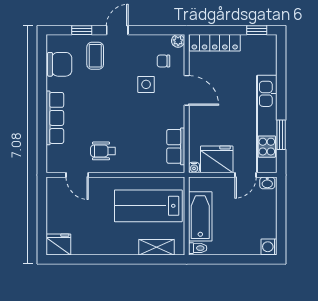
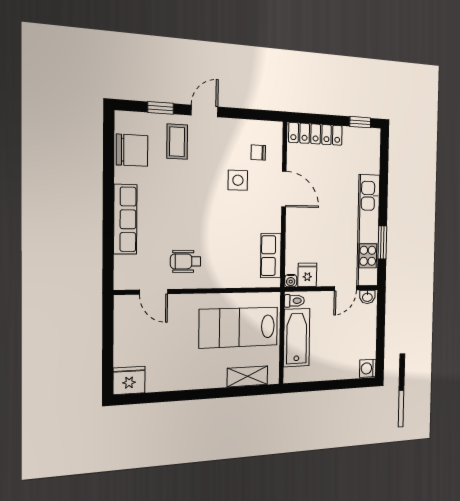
plant: (178, 41) -> (275, 129), removed
fridge: (217, 159) -> (307, 275), width x0.53, depth x0.75
toilet: (198, 248) -> (294, 301), moved

